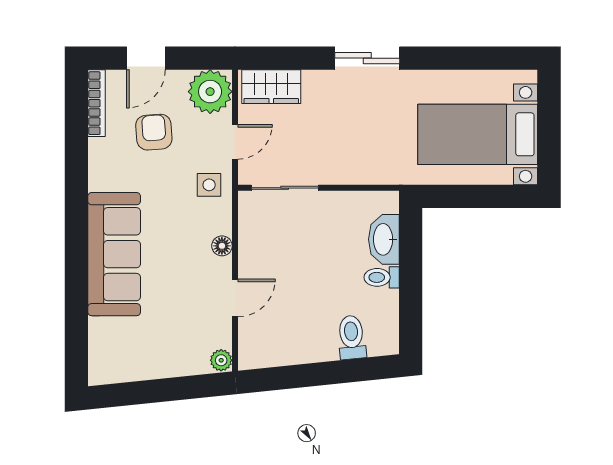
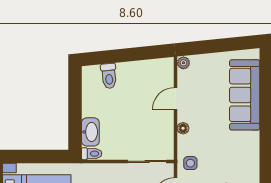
sofa: (114, 254) -> (245, 95), moved
toilet: (382, 277) -> (92, 154), moved

